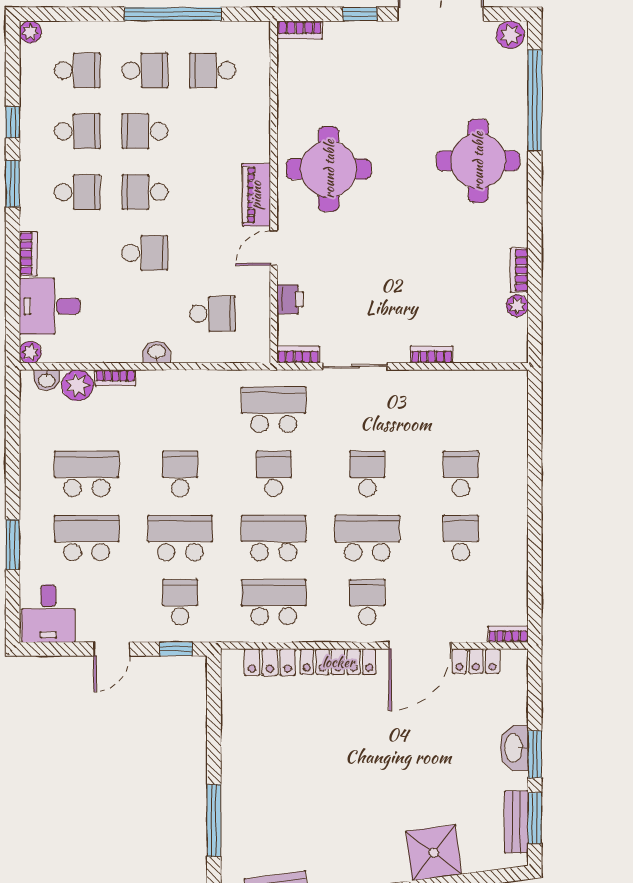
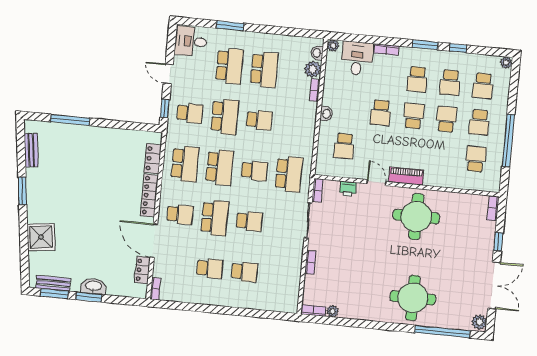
bookcase: (519, 270) -> (313, 310), moved

